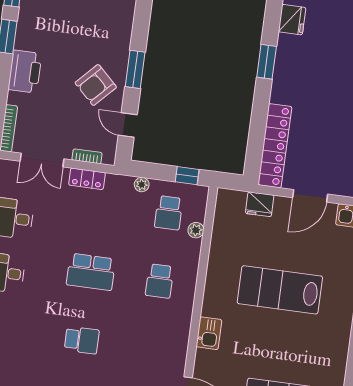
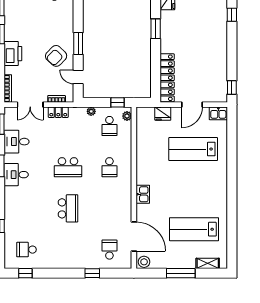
plant: (196, 230) -> (127, 116), moved
lab bench: (280, 290) -> (193, 149), moved
school desk: (82, 340) -> (68, 208), width x1.85

